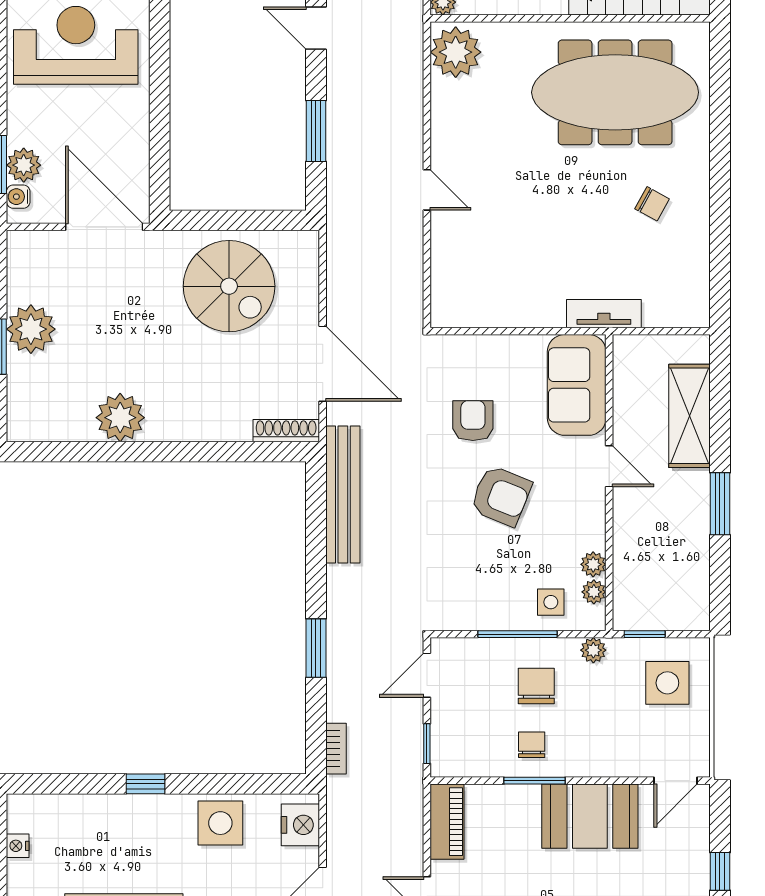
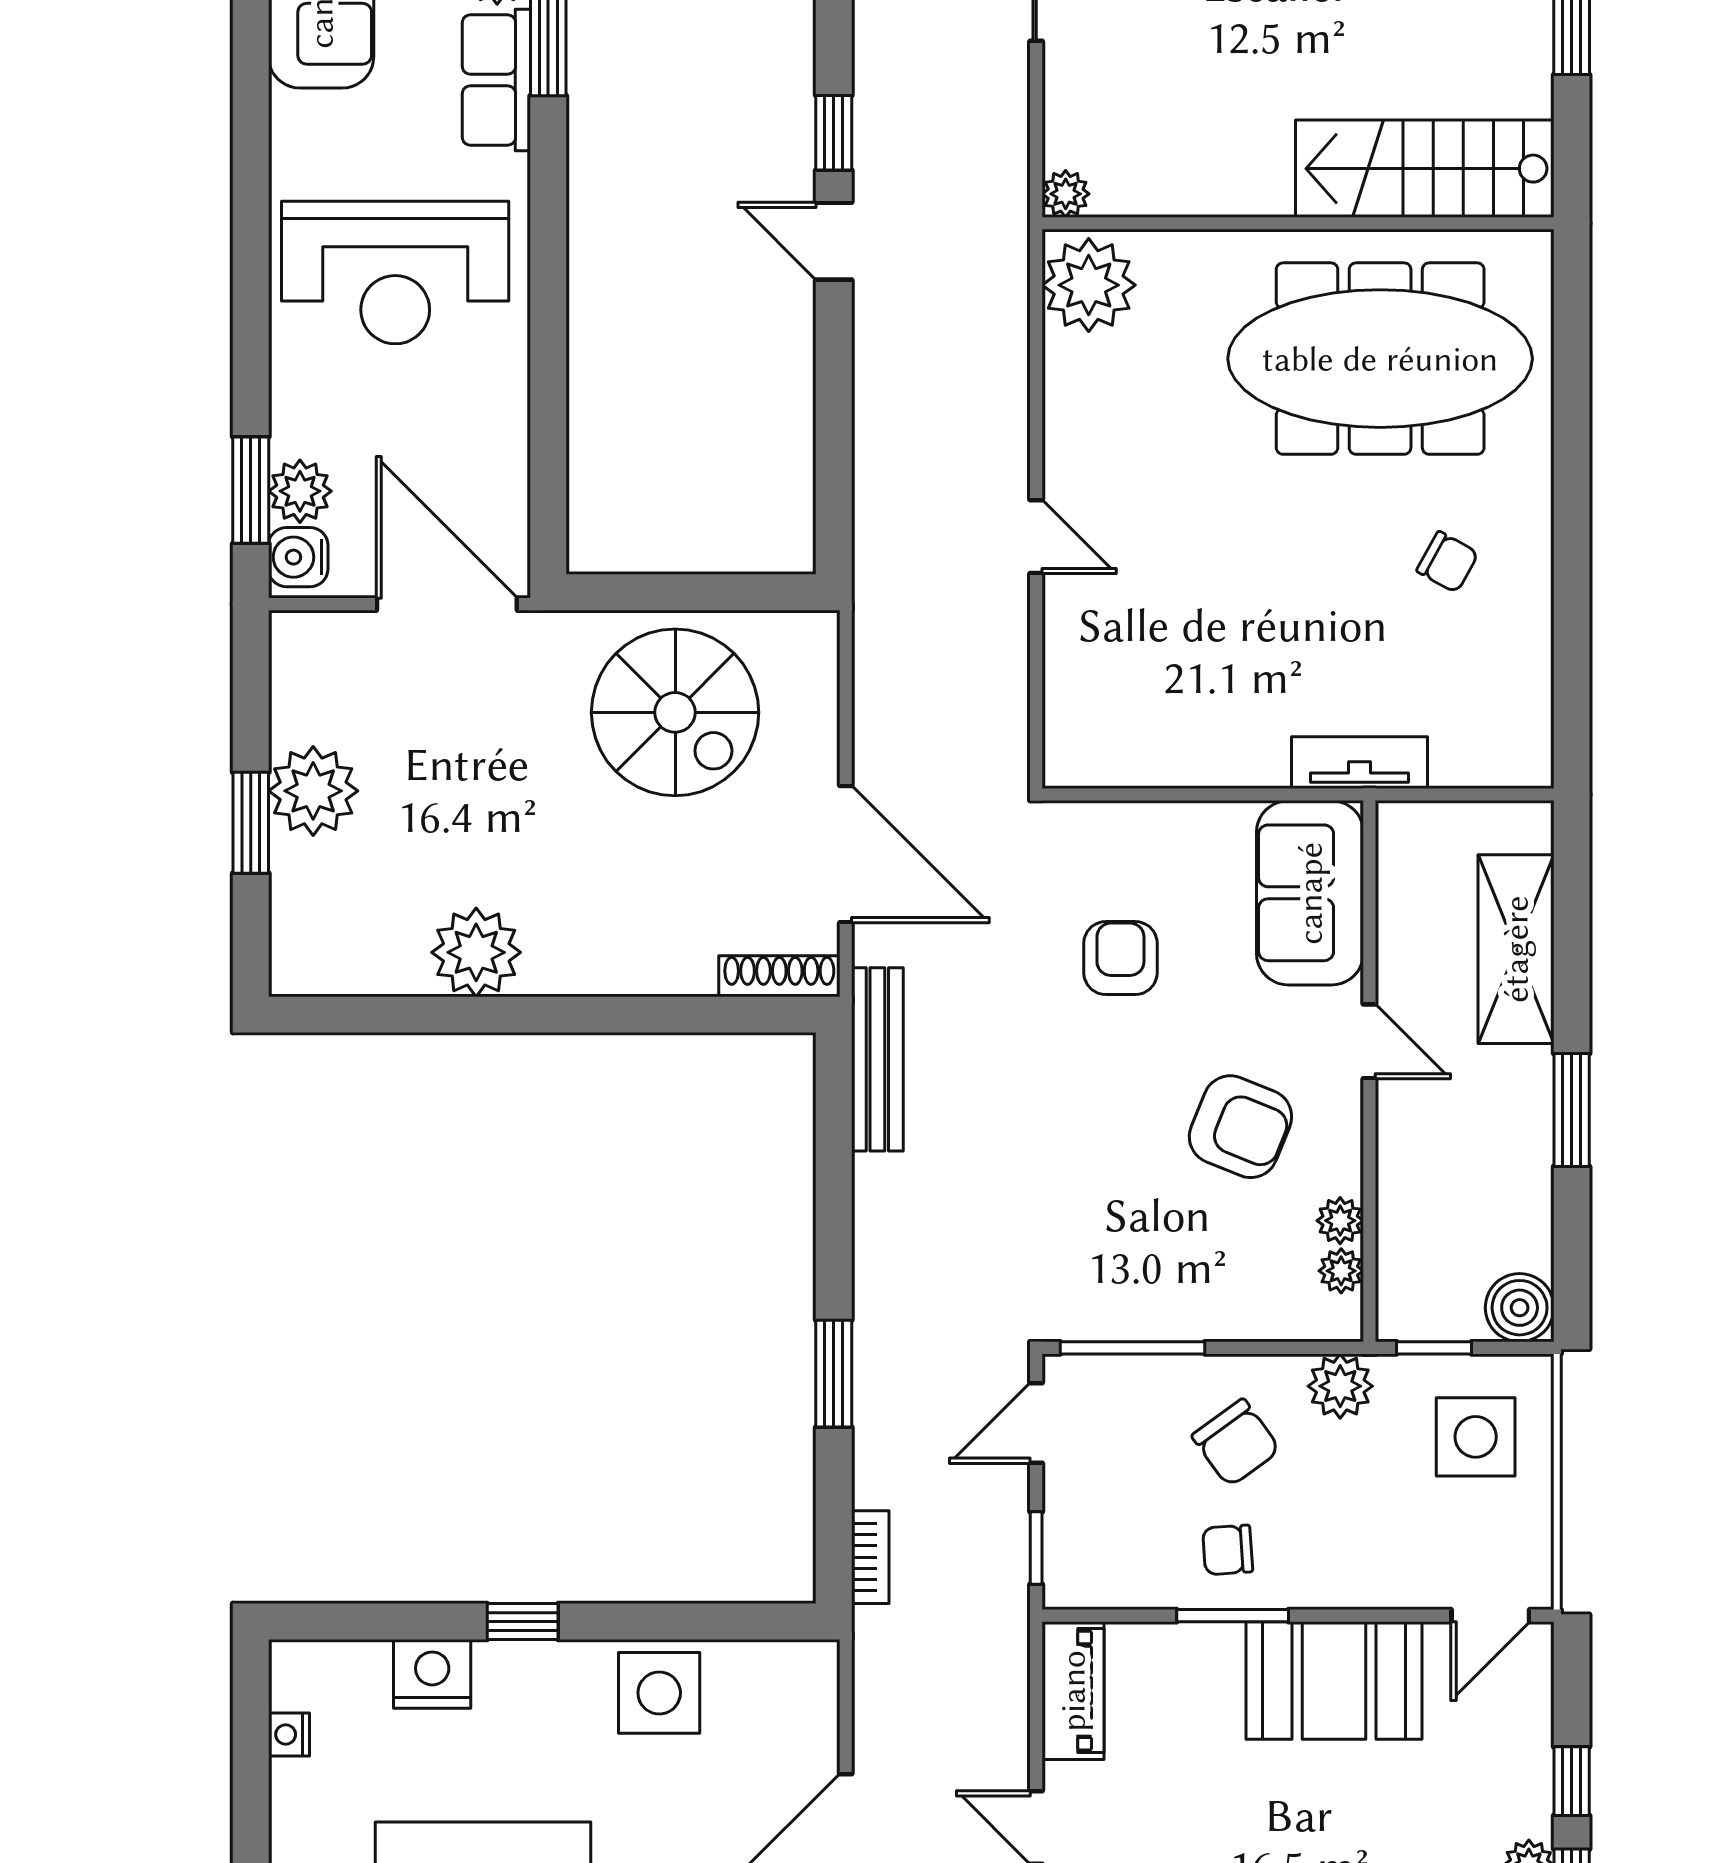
reception desk: (76, 45) -> (395, 273), turned 180
window: (316, 131) -> (834, 429), removed
water cooler: (18, 197) -> (298, 557), width x1.38, depth x1.38
bench: (343, 494) -> (877, 1059), width x0.73, depth x0.82
armchair: (501, 496) -> (1240, 1127), moved
side table: (551, 602) -> (1263, 1289), removed
boiler: (691, 612) -> (1520, 1308), added
window: (518, 634) -> (1133, 1348), moved
plant: (593, 650) -> (1340, 1386), width x1.38, depth x1.38
chair: (536, 686) -> (1236, 1443), turned 144
chair: (532, 745) -> (1228, 1550), turned -94
nightstand: (300, 825) -> (432, 1674), moved, turned -90

